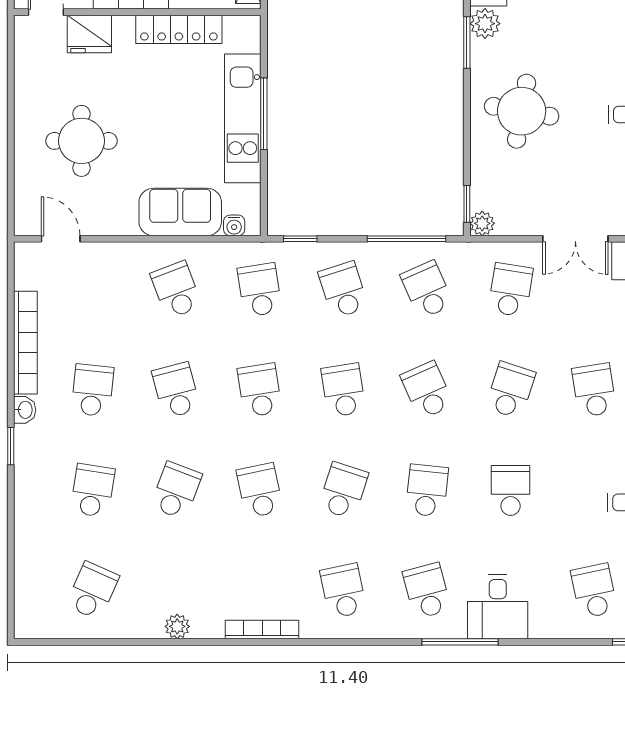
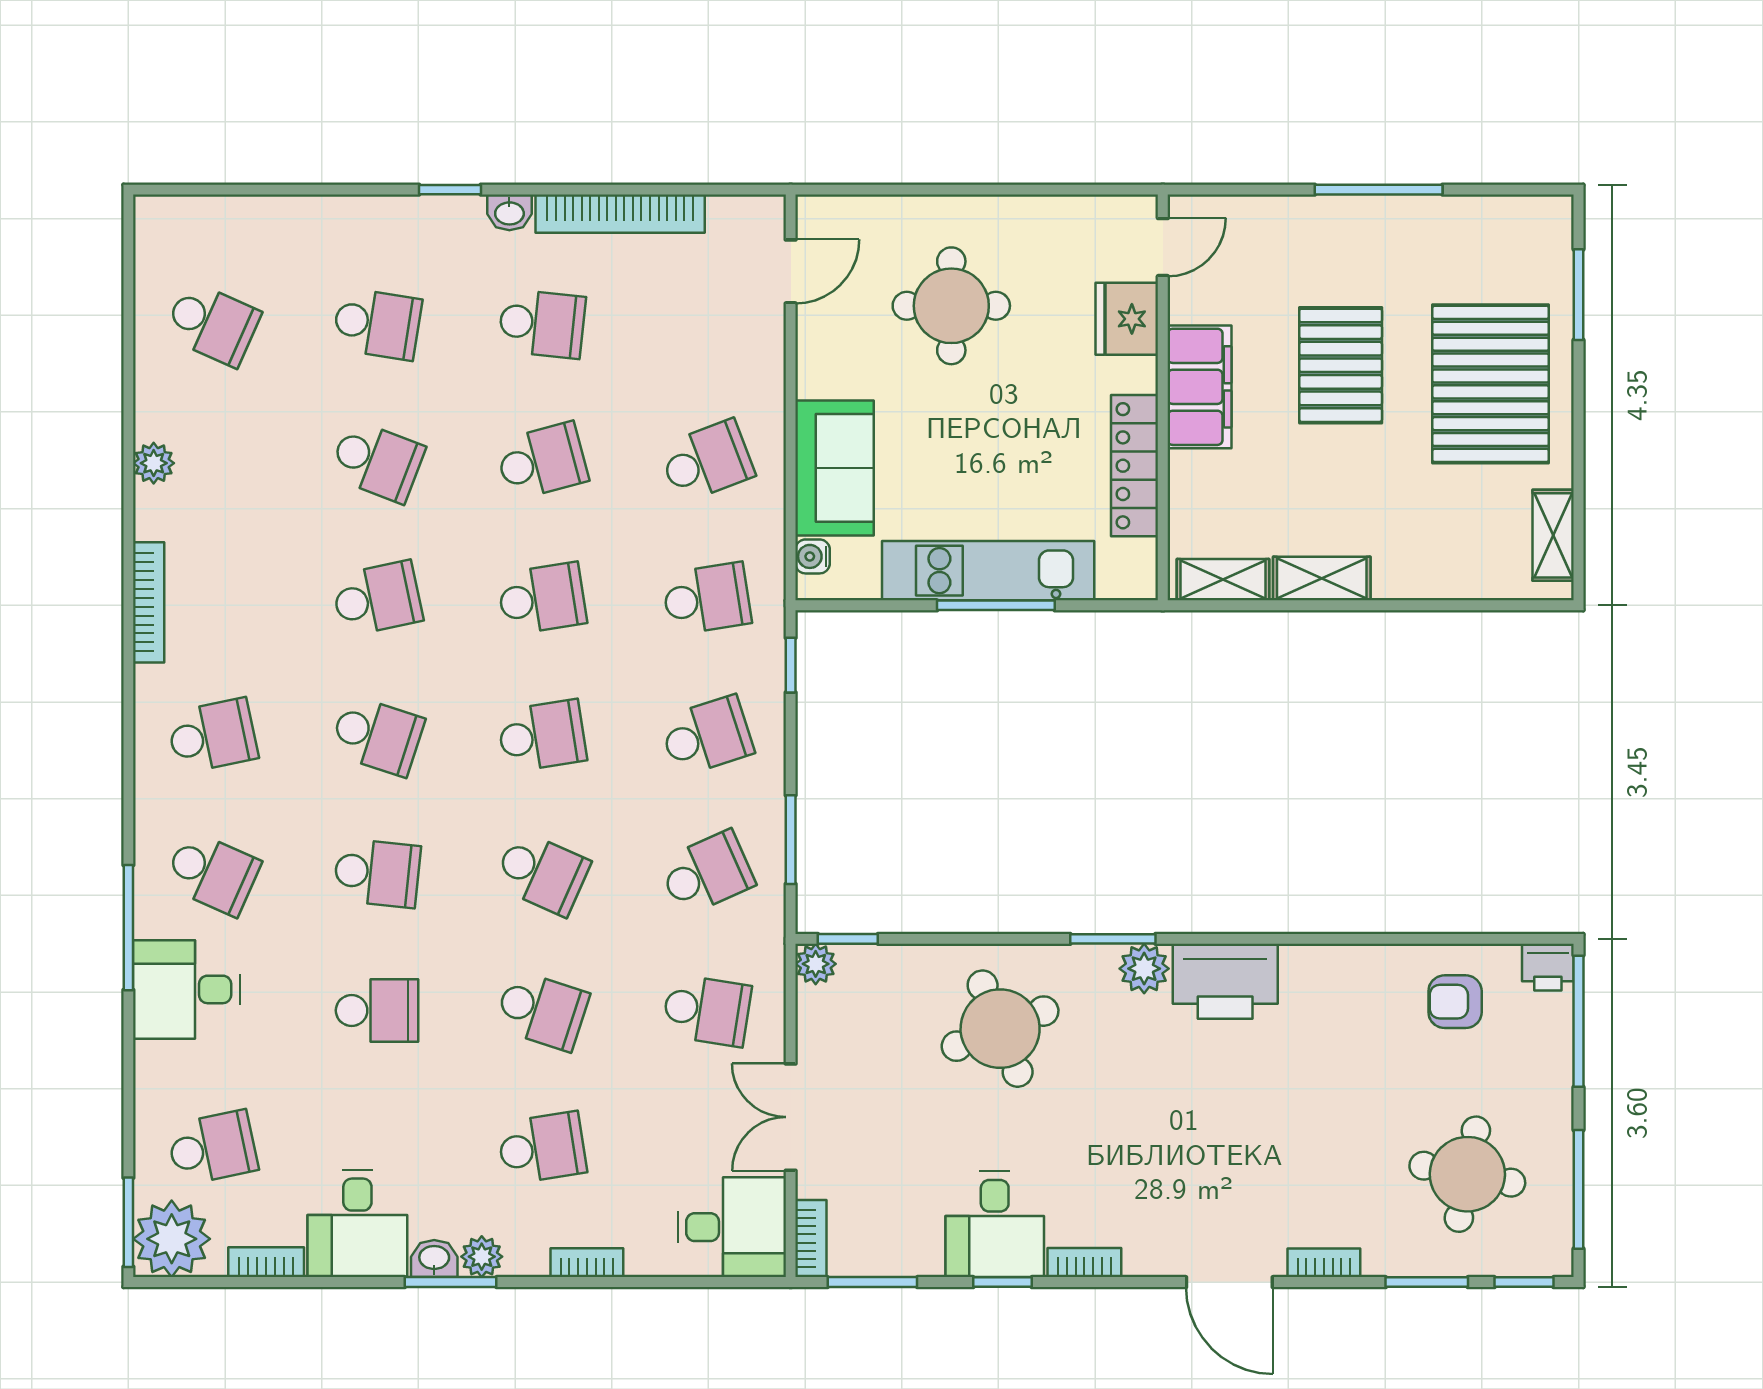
round table: (522, 111) -> (1000, 1029), turned -32
window: (406, 239) -> (791, 840), width x0.69
school desk: (427, 390) -> (542, 873), turned 48
school desk: (427, 591) -> (212, 873), turned 39

